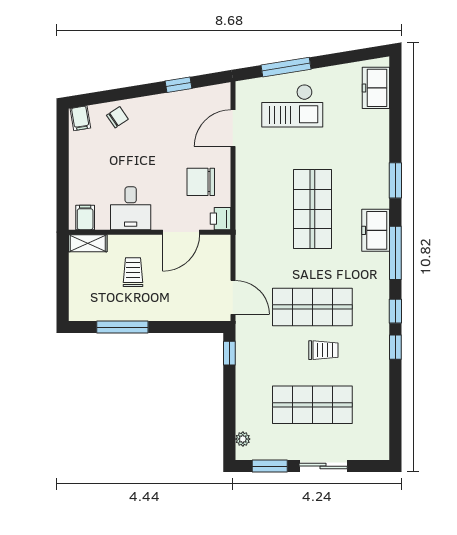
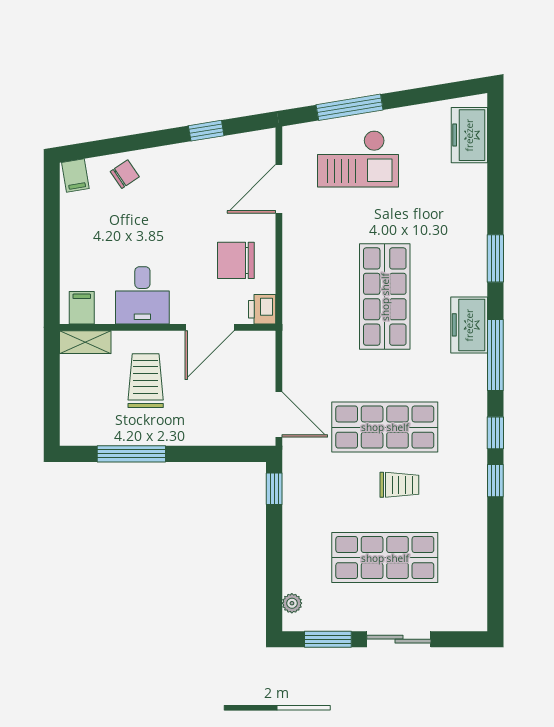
trolley: (133, 272) -> (146, 381), width x1.36, depth x1.39

